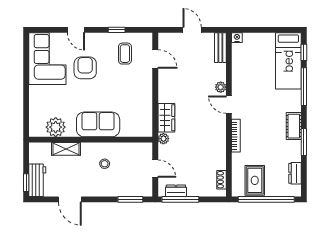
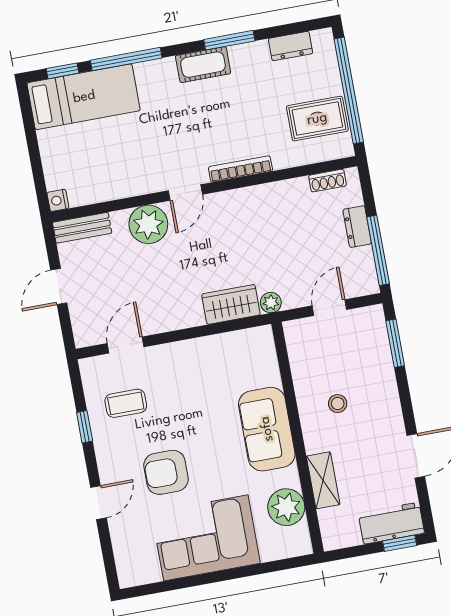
corner sofa: (47, 59) -> (206, 538), moved
plant: (221, 87) -> (148, 224), width x1.88, depth x1.88
dresser: (176, 191) -> (357, 227), moved

